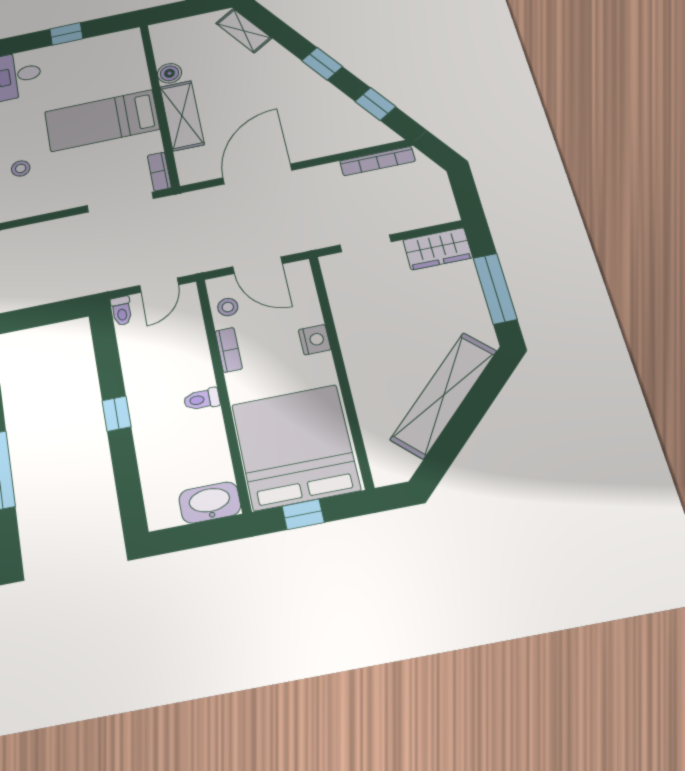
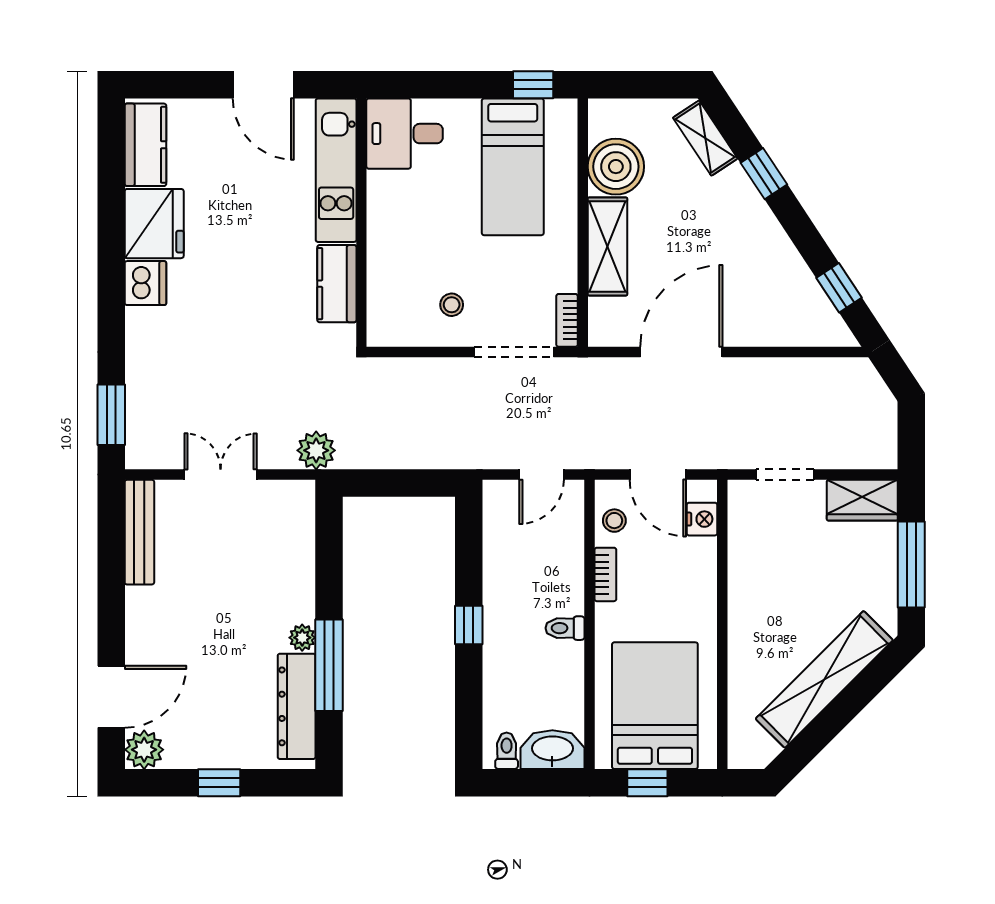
window: (66, 34) -> (533, 85), moved
window: (322, 64) -> (764, 174), moved
boiler: (169, 73) -> (616, 167), width x1.86, depth x1.86
bed: (102, 121) -> (513, 167), moved, turned -90
bookcase: (377, 161) -> (823, 368), removed
stool: (21, 168) -> (452, 305), moved
toilet: (122, 311) -> (507, 751), moved, turned 180
nightstand: (315, 340) -> (702, 519), moved
bed: (295, 447) -> (655, 706), width x0.73

